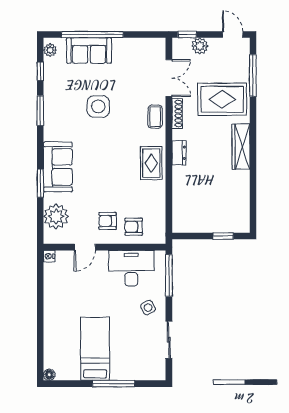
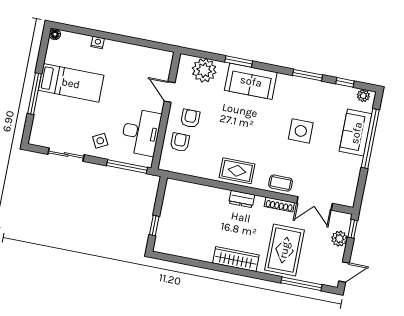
nightstand: (49, 256) -> (98, 43), moved

